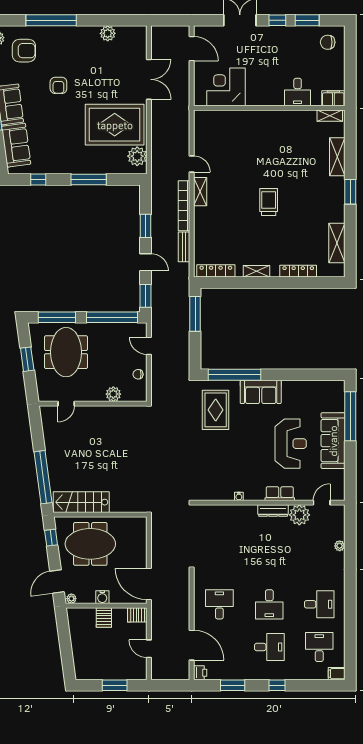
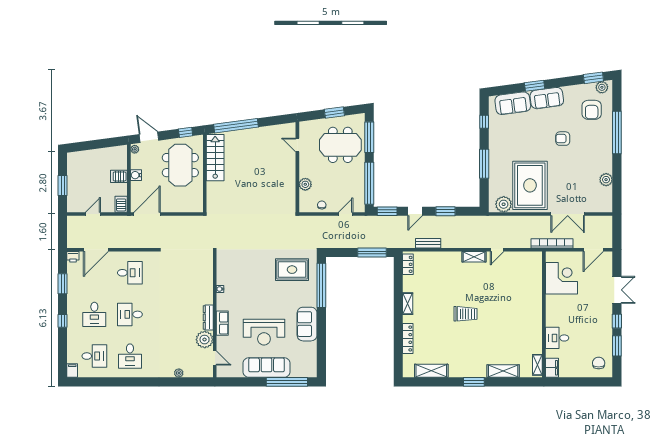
bookcase: (184, 206) -> (552, 243), moved
locker: (216, 271) -> (408, 264), width x0.66
sofa: (261, 392) -> (307, 324), moved

